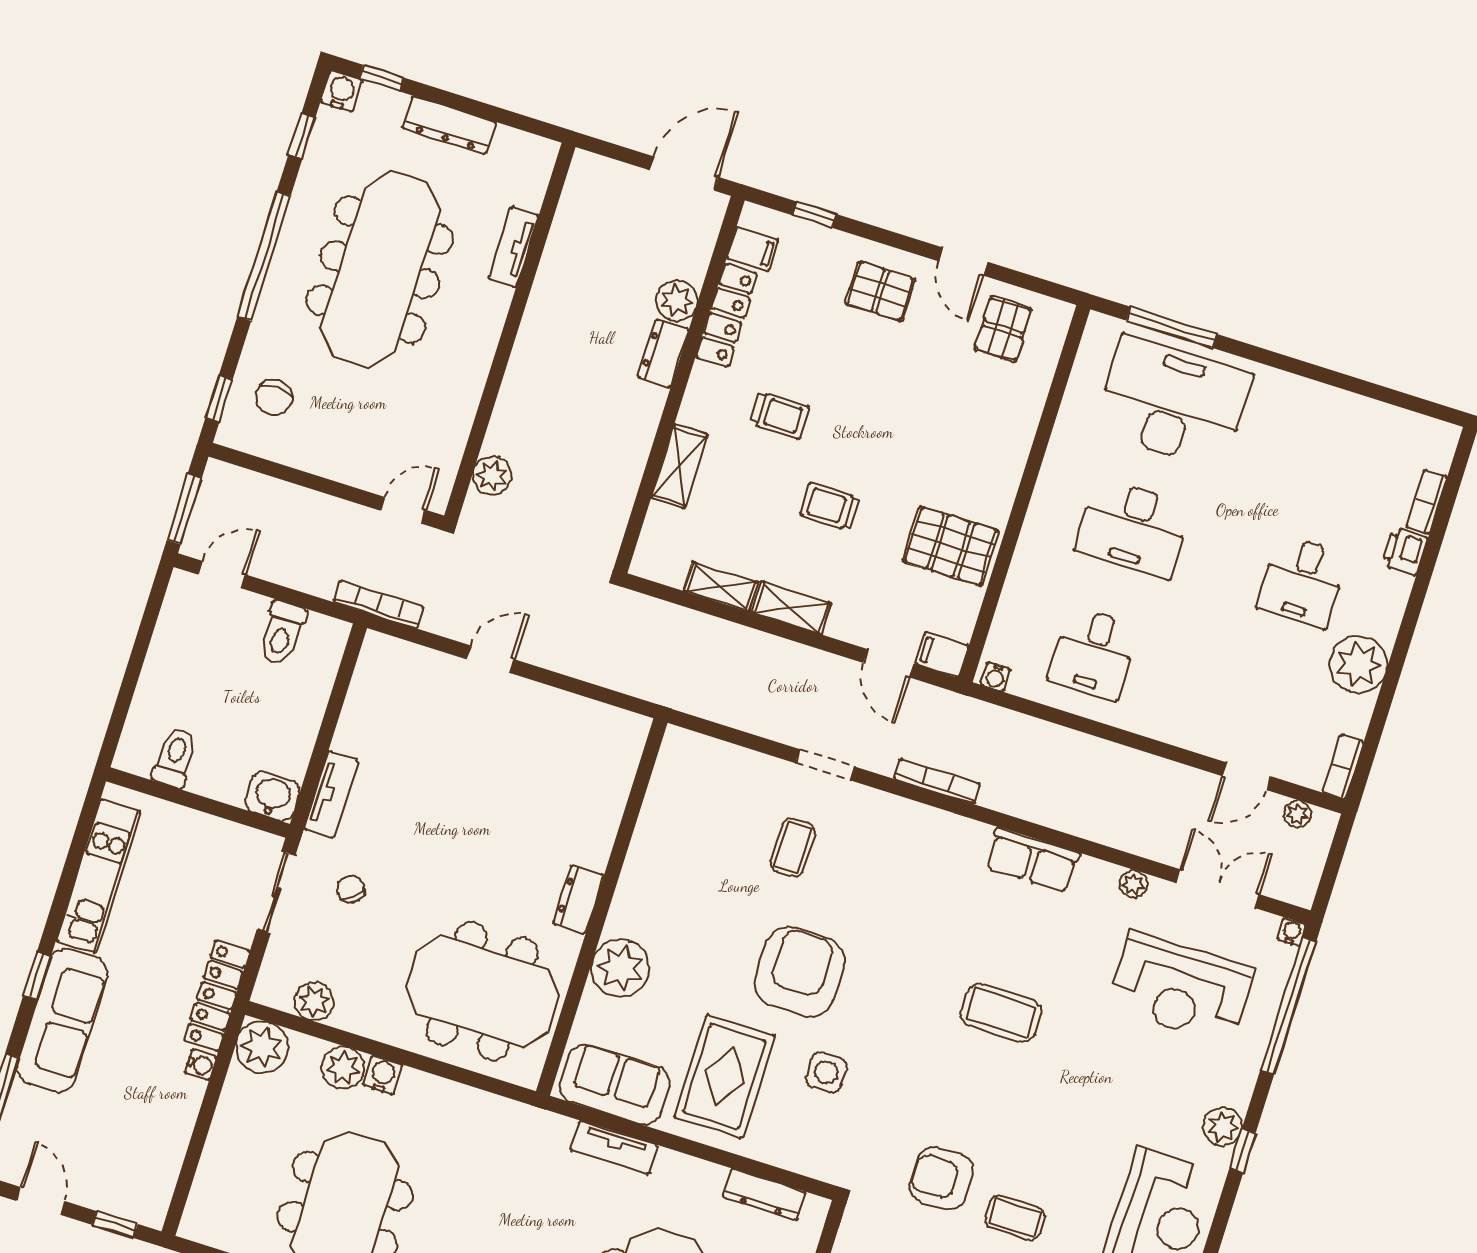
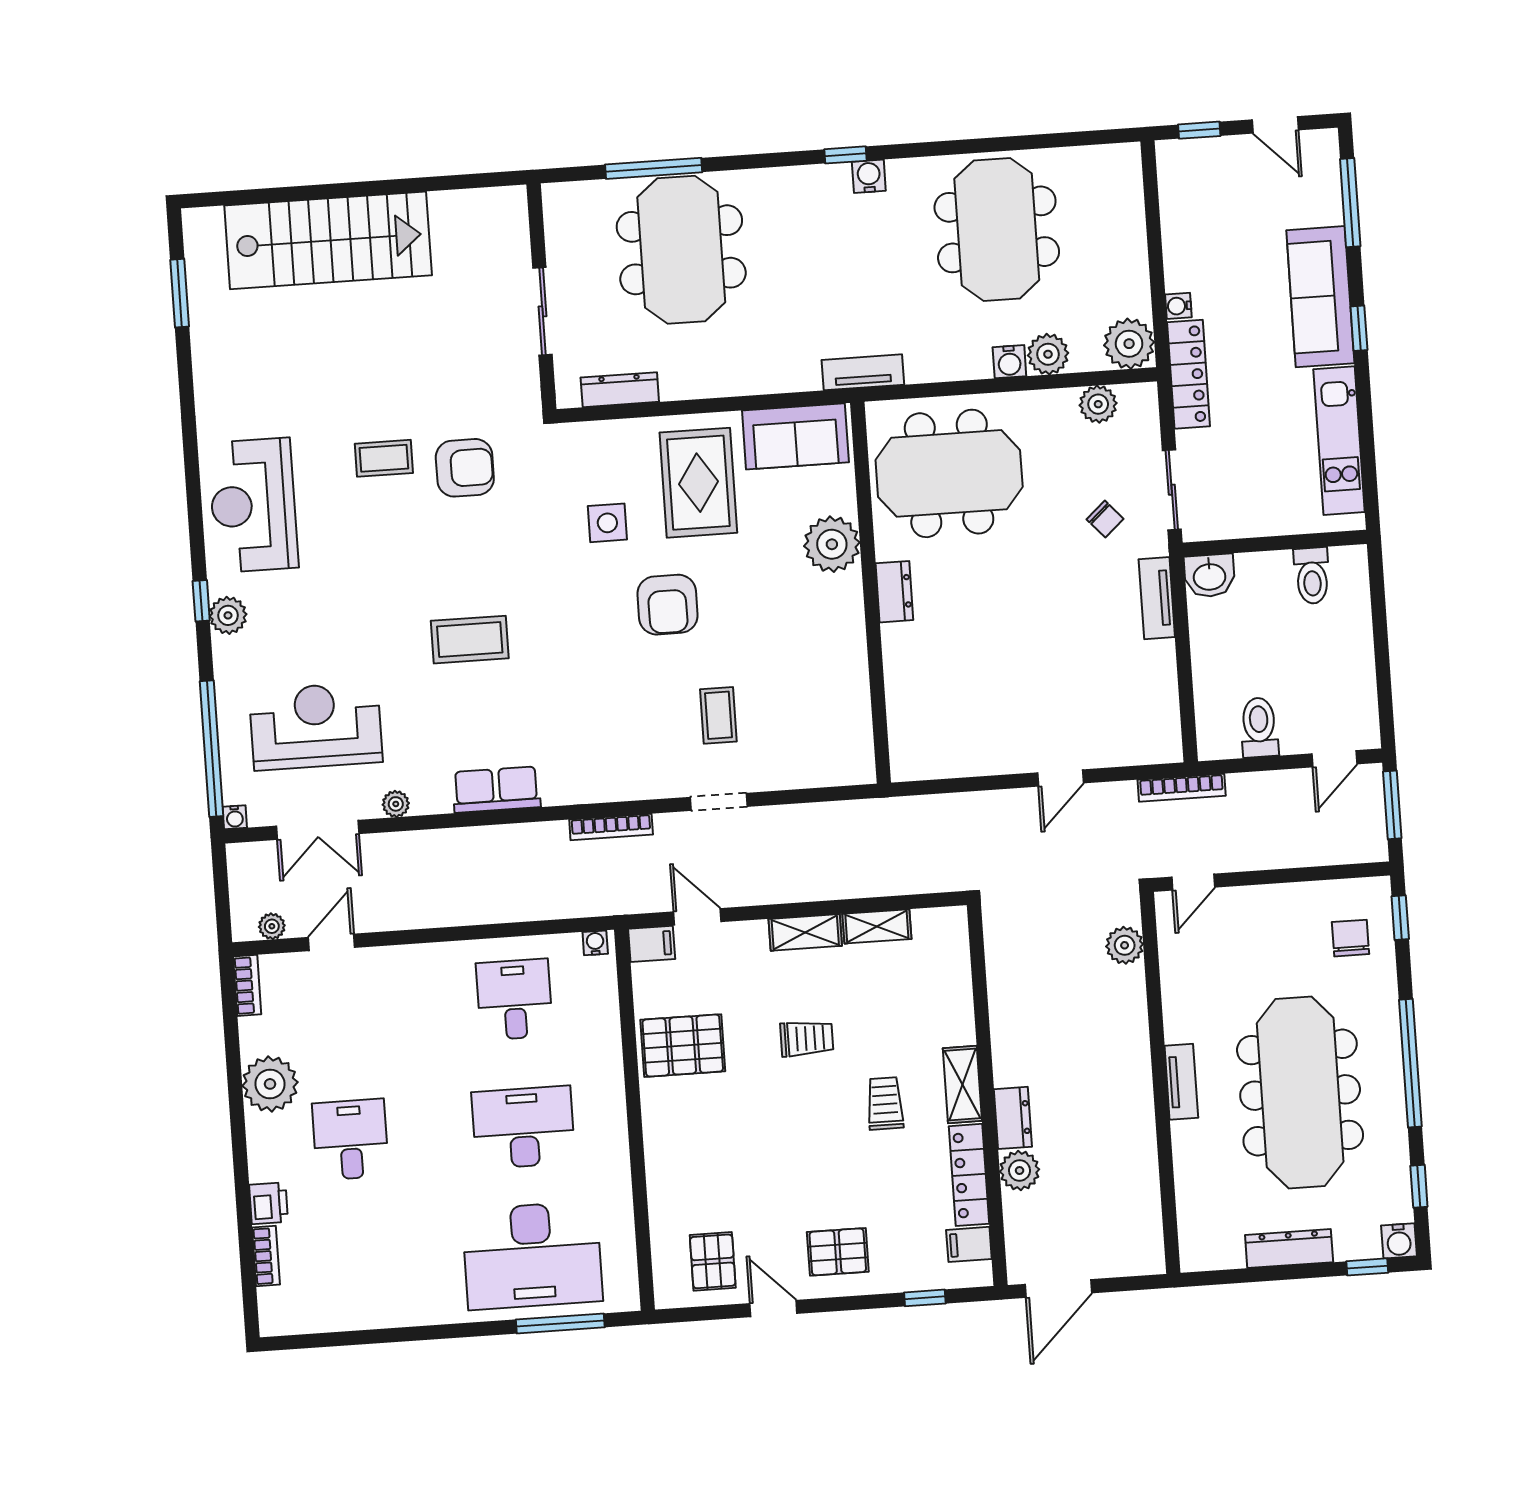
tv unit: (514, 247) -> (1181, 1082), moved
trolley: (780, 415) -> (885, 1103), turned 90
shelving: (679, 466) -> (962, 1084), moved
armchair: (800, 972) -> (668, 605), width x0.73, depth x0.73
tv unit: (614, 1148) -> (863, 372), moved

